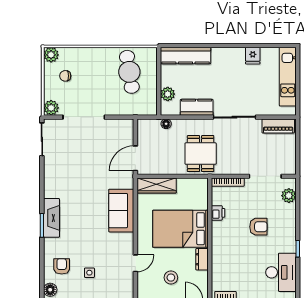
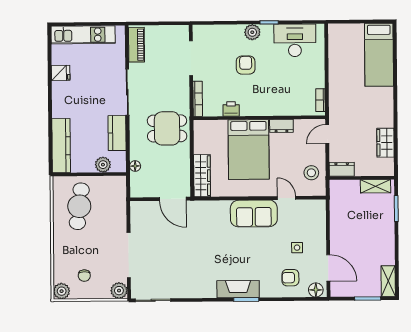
cafe table: (129, 72) -> (79, 206), turned -74
plant: (289, 196) -> (252, 32), moved
sofa: (121, 211) -> (254, 213), moved
stool: (171, 278) -> (311, 173), moved

